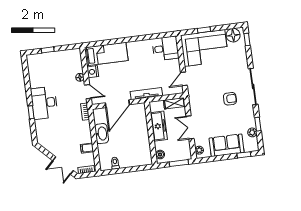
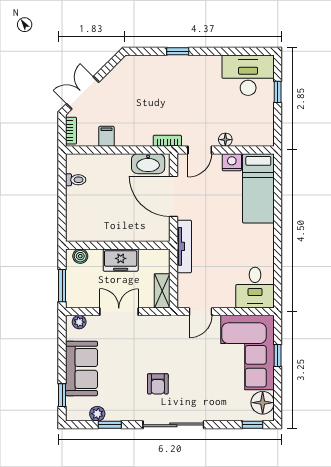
door: (184, 79) -> (201, 312), swing flipped
desk: (44, 103) -> (248, 75), moved
freezer: (159, 126) -> (121, 260), width x0.71
washbasin: (102, 134) -> (148, 164), moved

